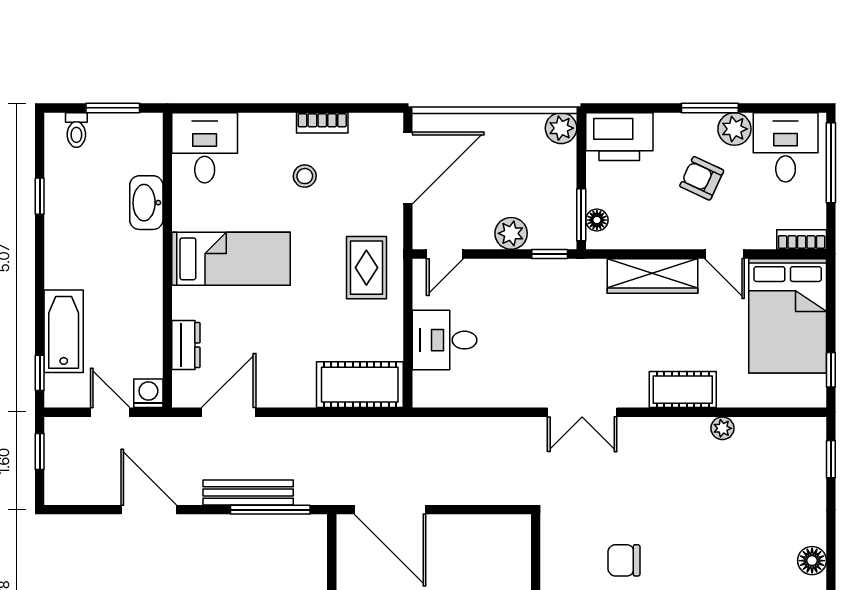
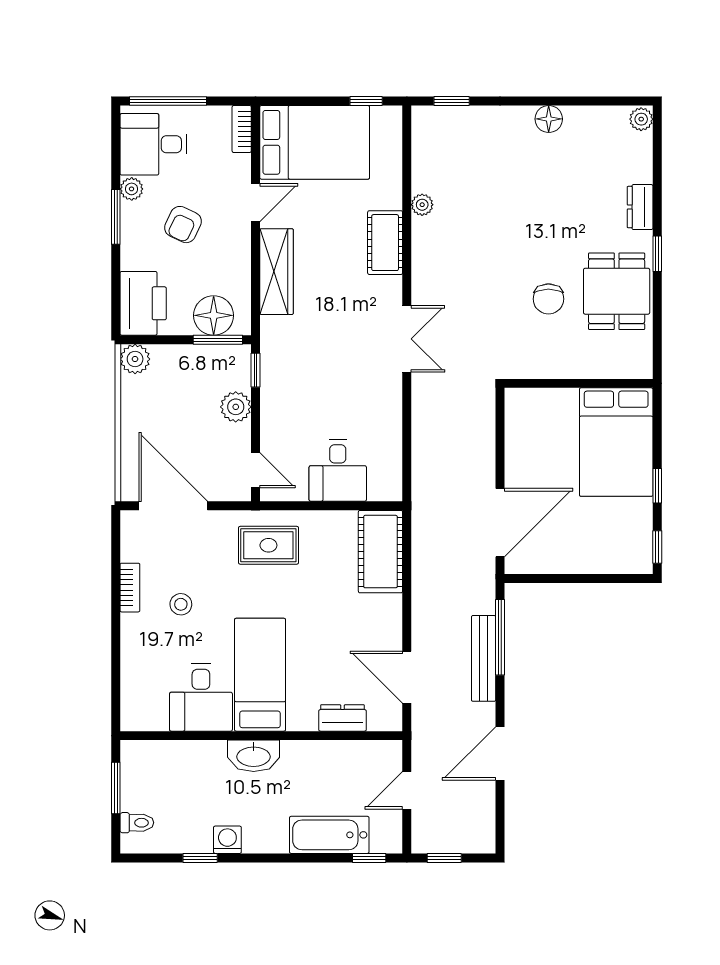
plant: (734, 129) -> (132, 189), width x0.73, depth x0.73
desk: (205, 148) -> (201, 698), moved, turned -90
washbasin: (146, 203) -> (254, 756), moved
floor lamp: (597, 220) -> (214, 315), width x1.89, depth x1.89
washing machine: (148, 393) -> (227, 840), moved, turned 90

